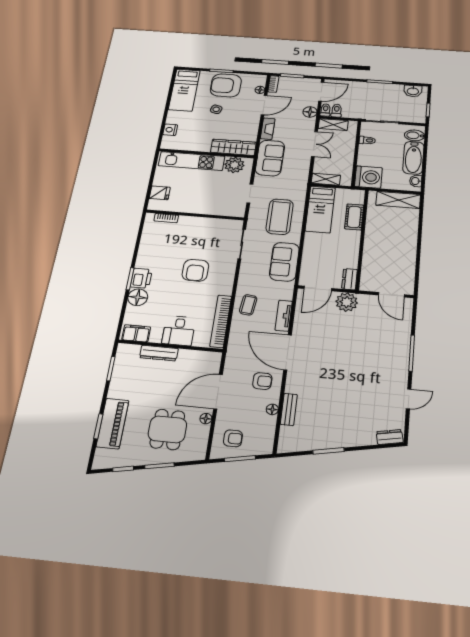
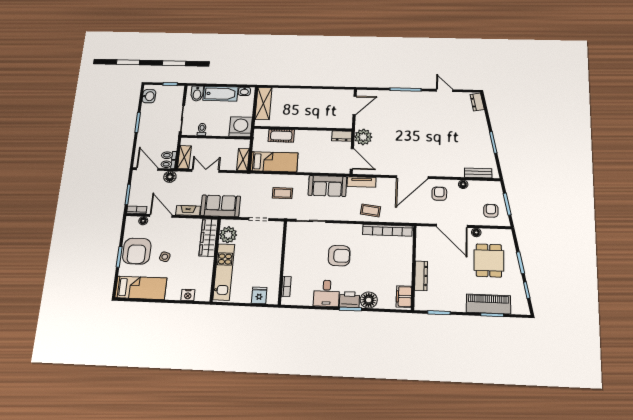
coffee table: (280, 217) -> (282, 193), width x0.54, depth x0.58
tv unit: (284, 316) -> (362, 182), moved
desk: (179, 331) -> (327, 293), moved, turned 90
bench: (289, 409) -> (478, 173), moved
dining table: (167, 429) -> (489, 260), turned 90

